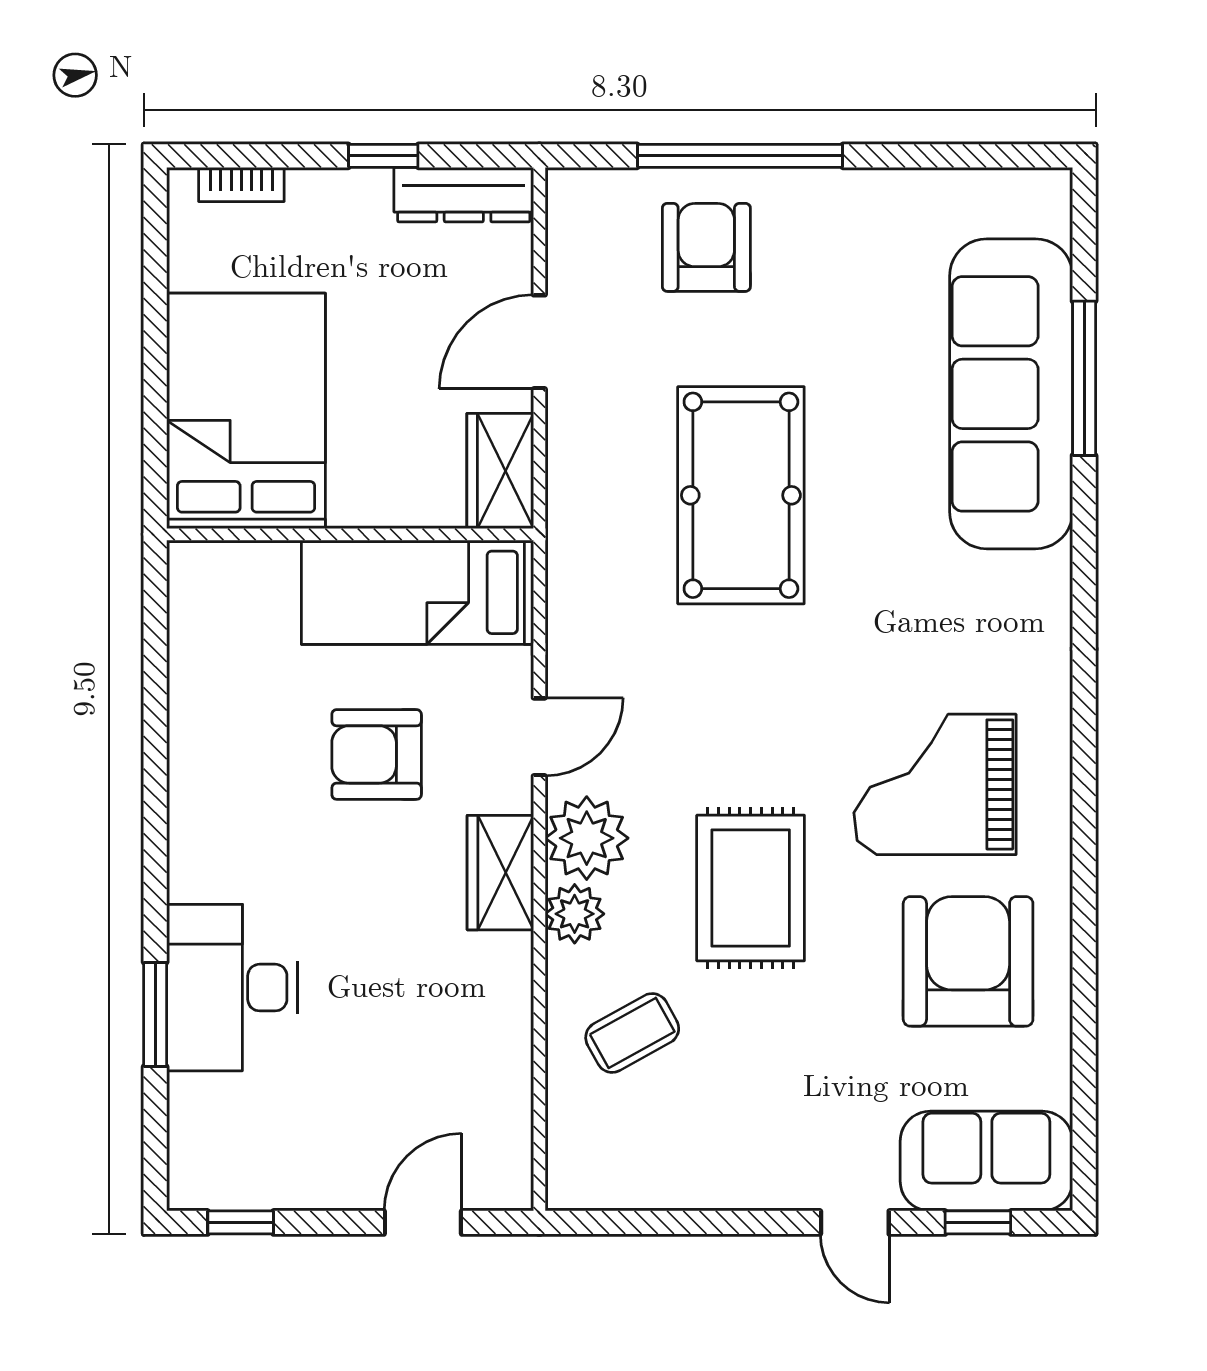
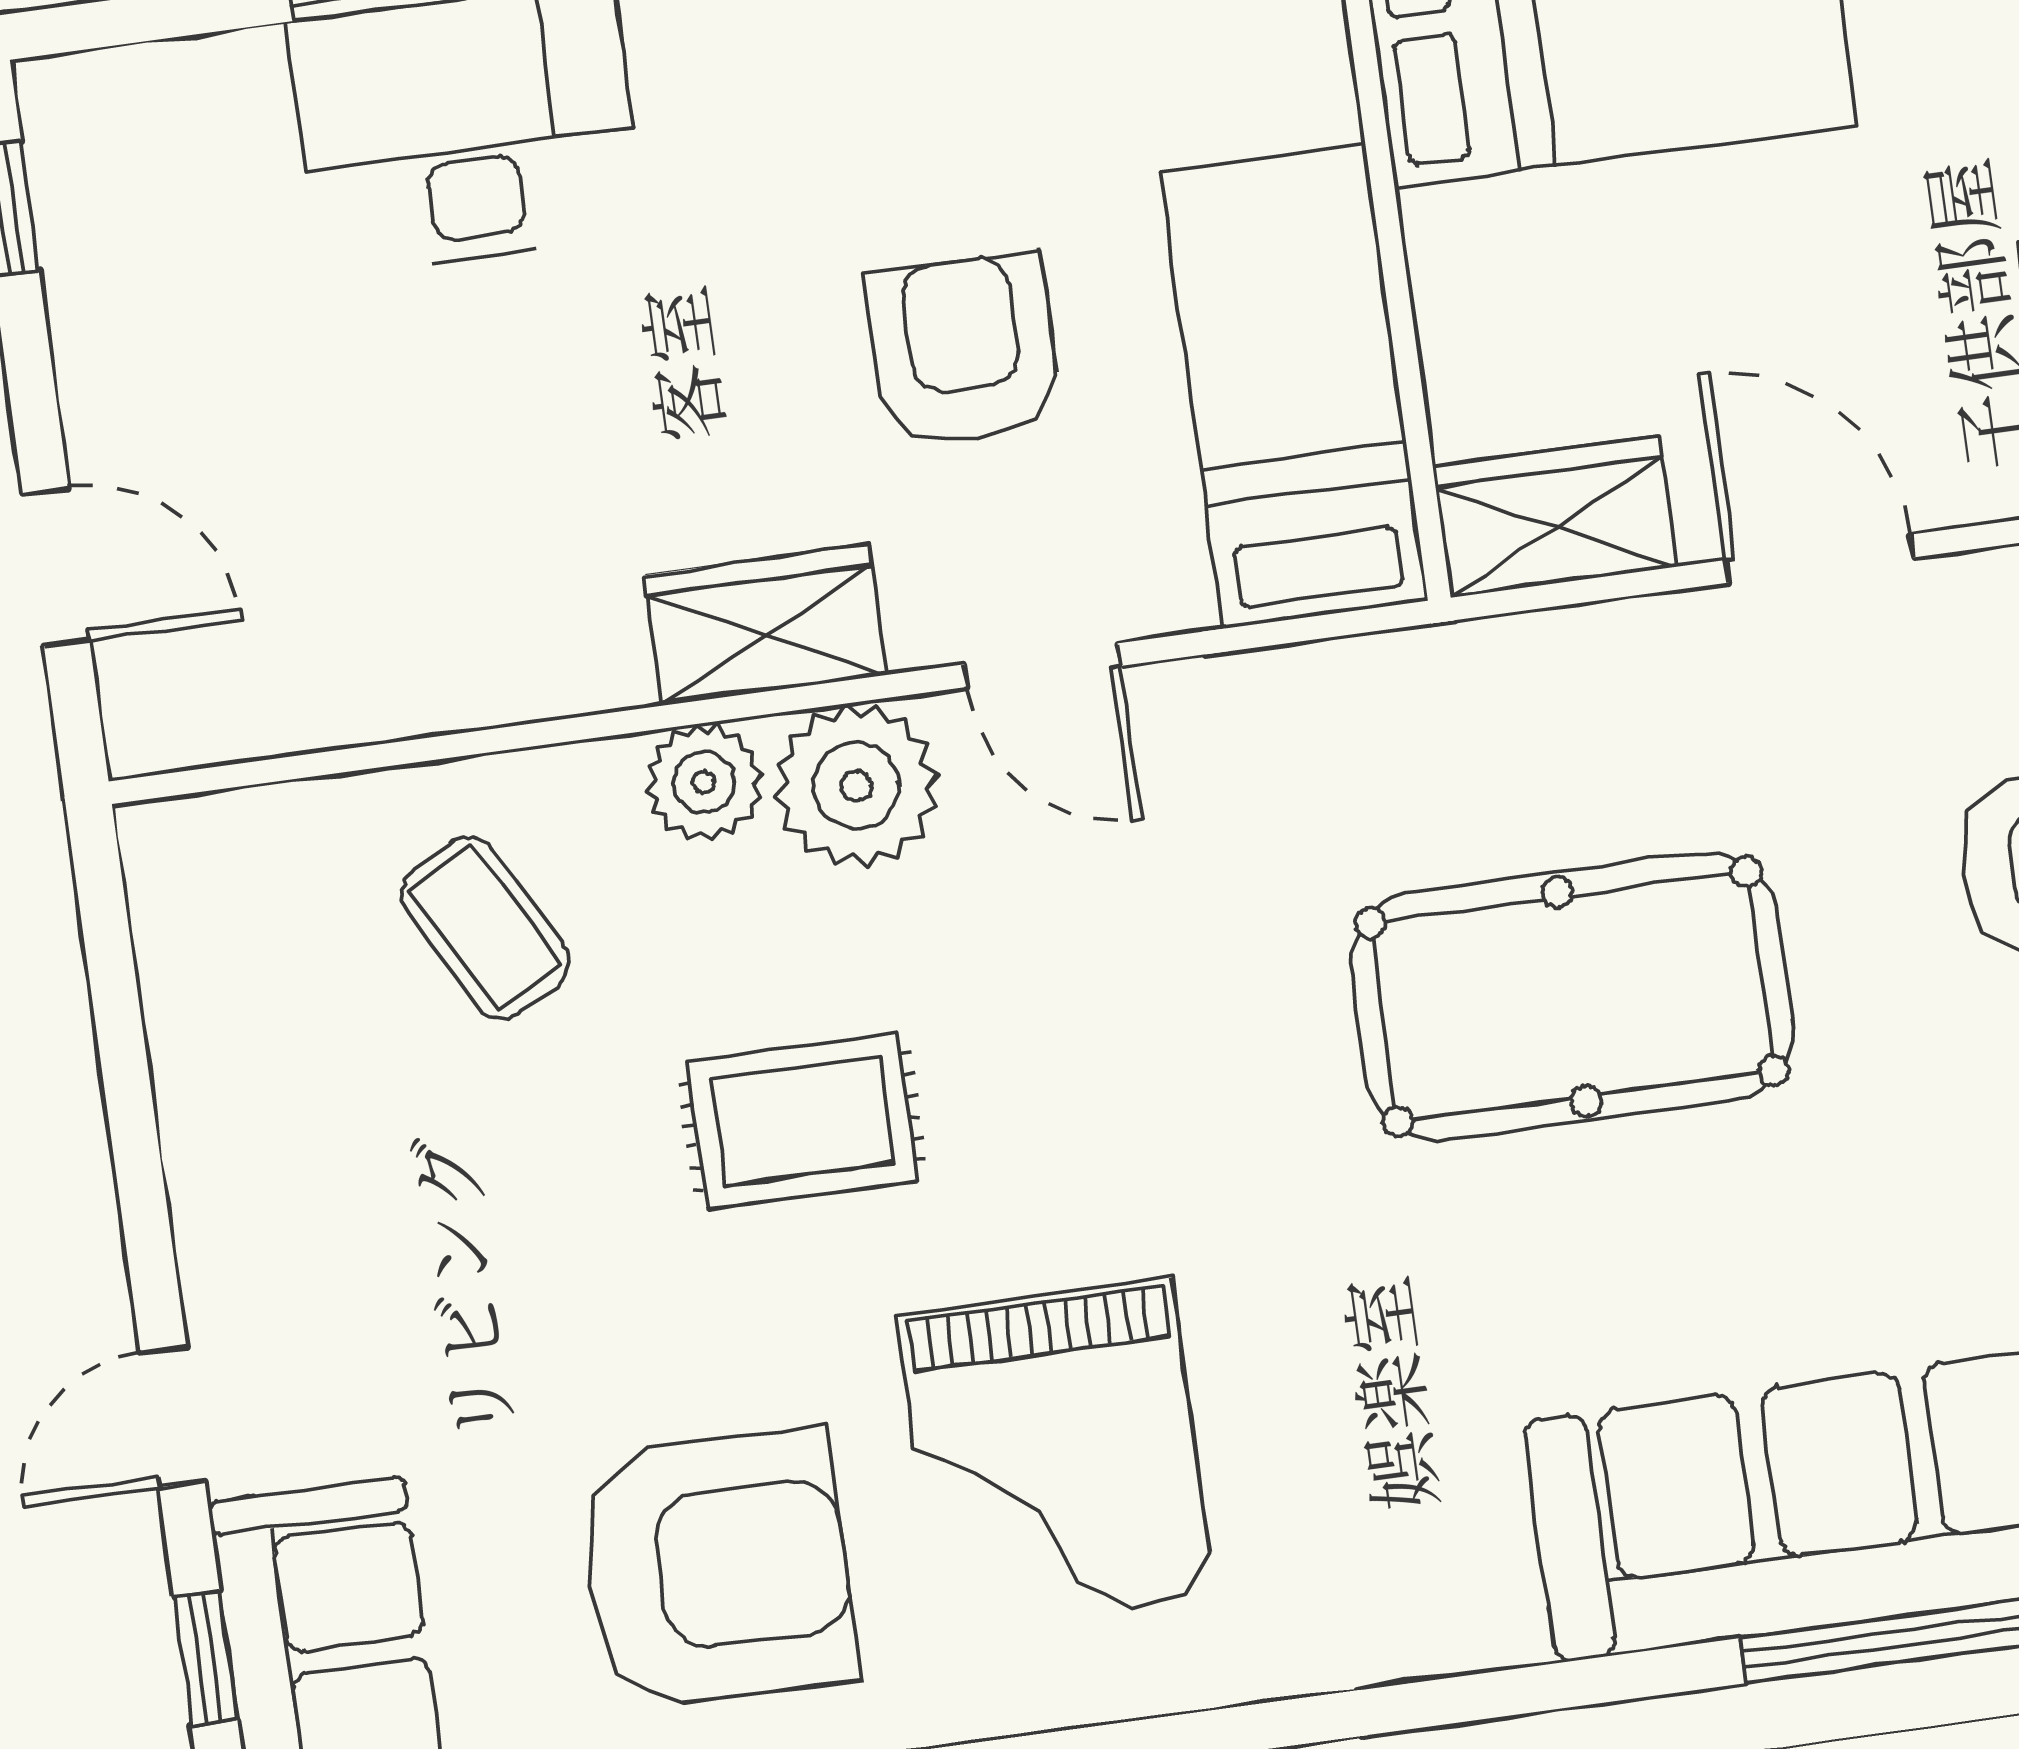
grand piano: (935, 784) -> (1056, 1456), turned 180
rug: (751, 888) -> (802, 1121), width x0.73, depth x0.70

